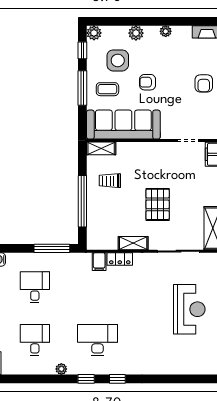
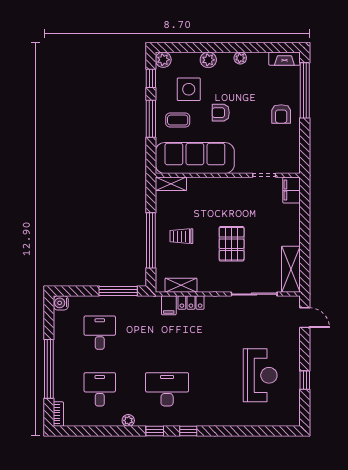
trolley: (110, 181) -> (181, 236), moved
shelving: (133, 243) -> (181, 285), moved
reception desk: (189, 309) -> (260, 375), moved

